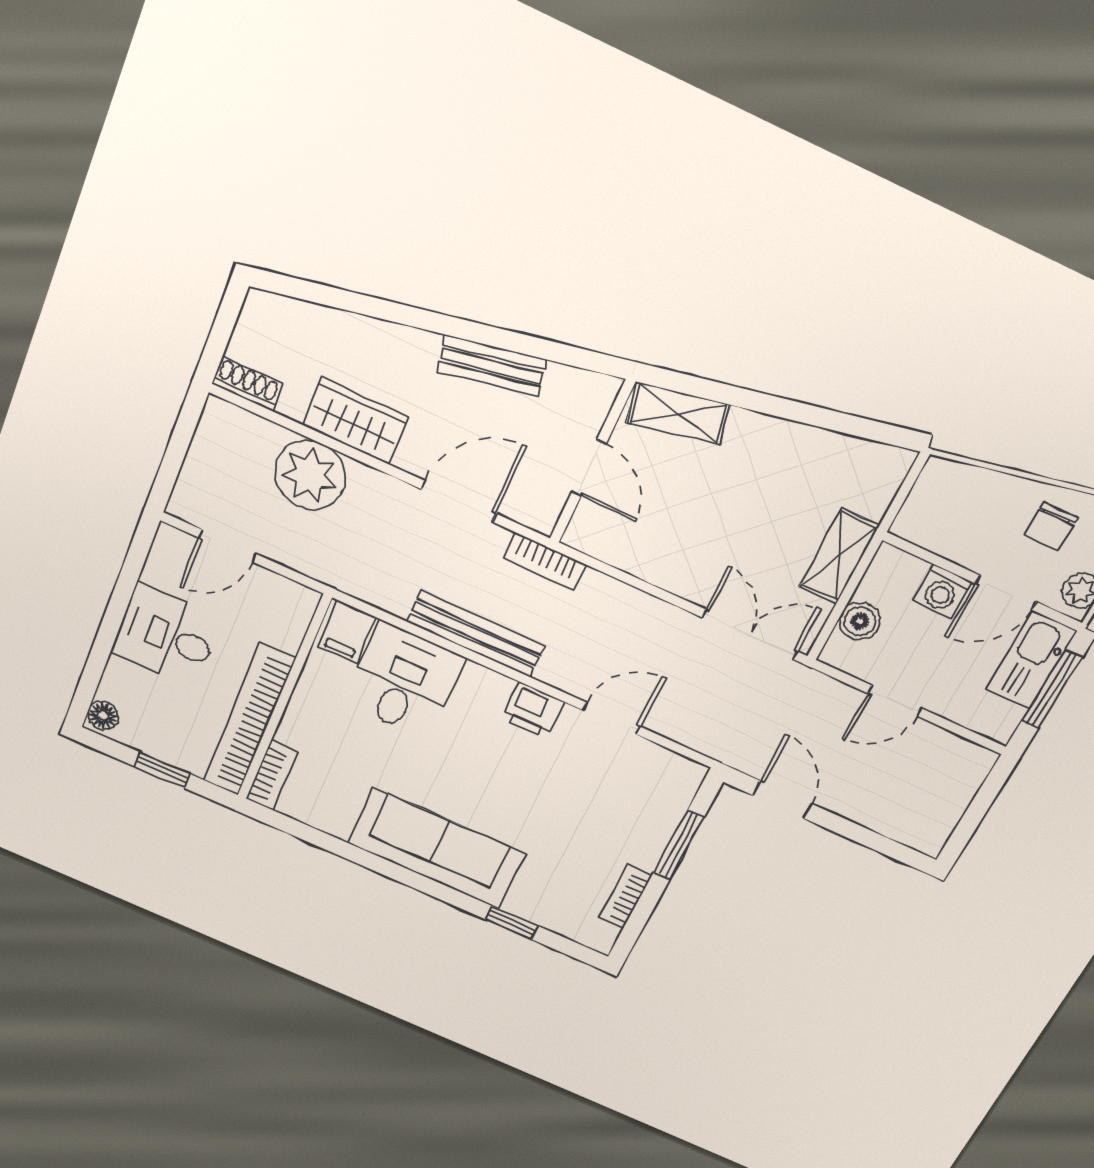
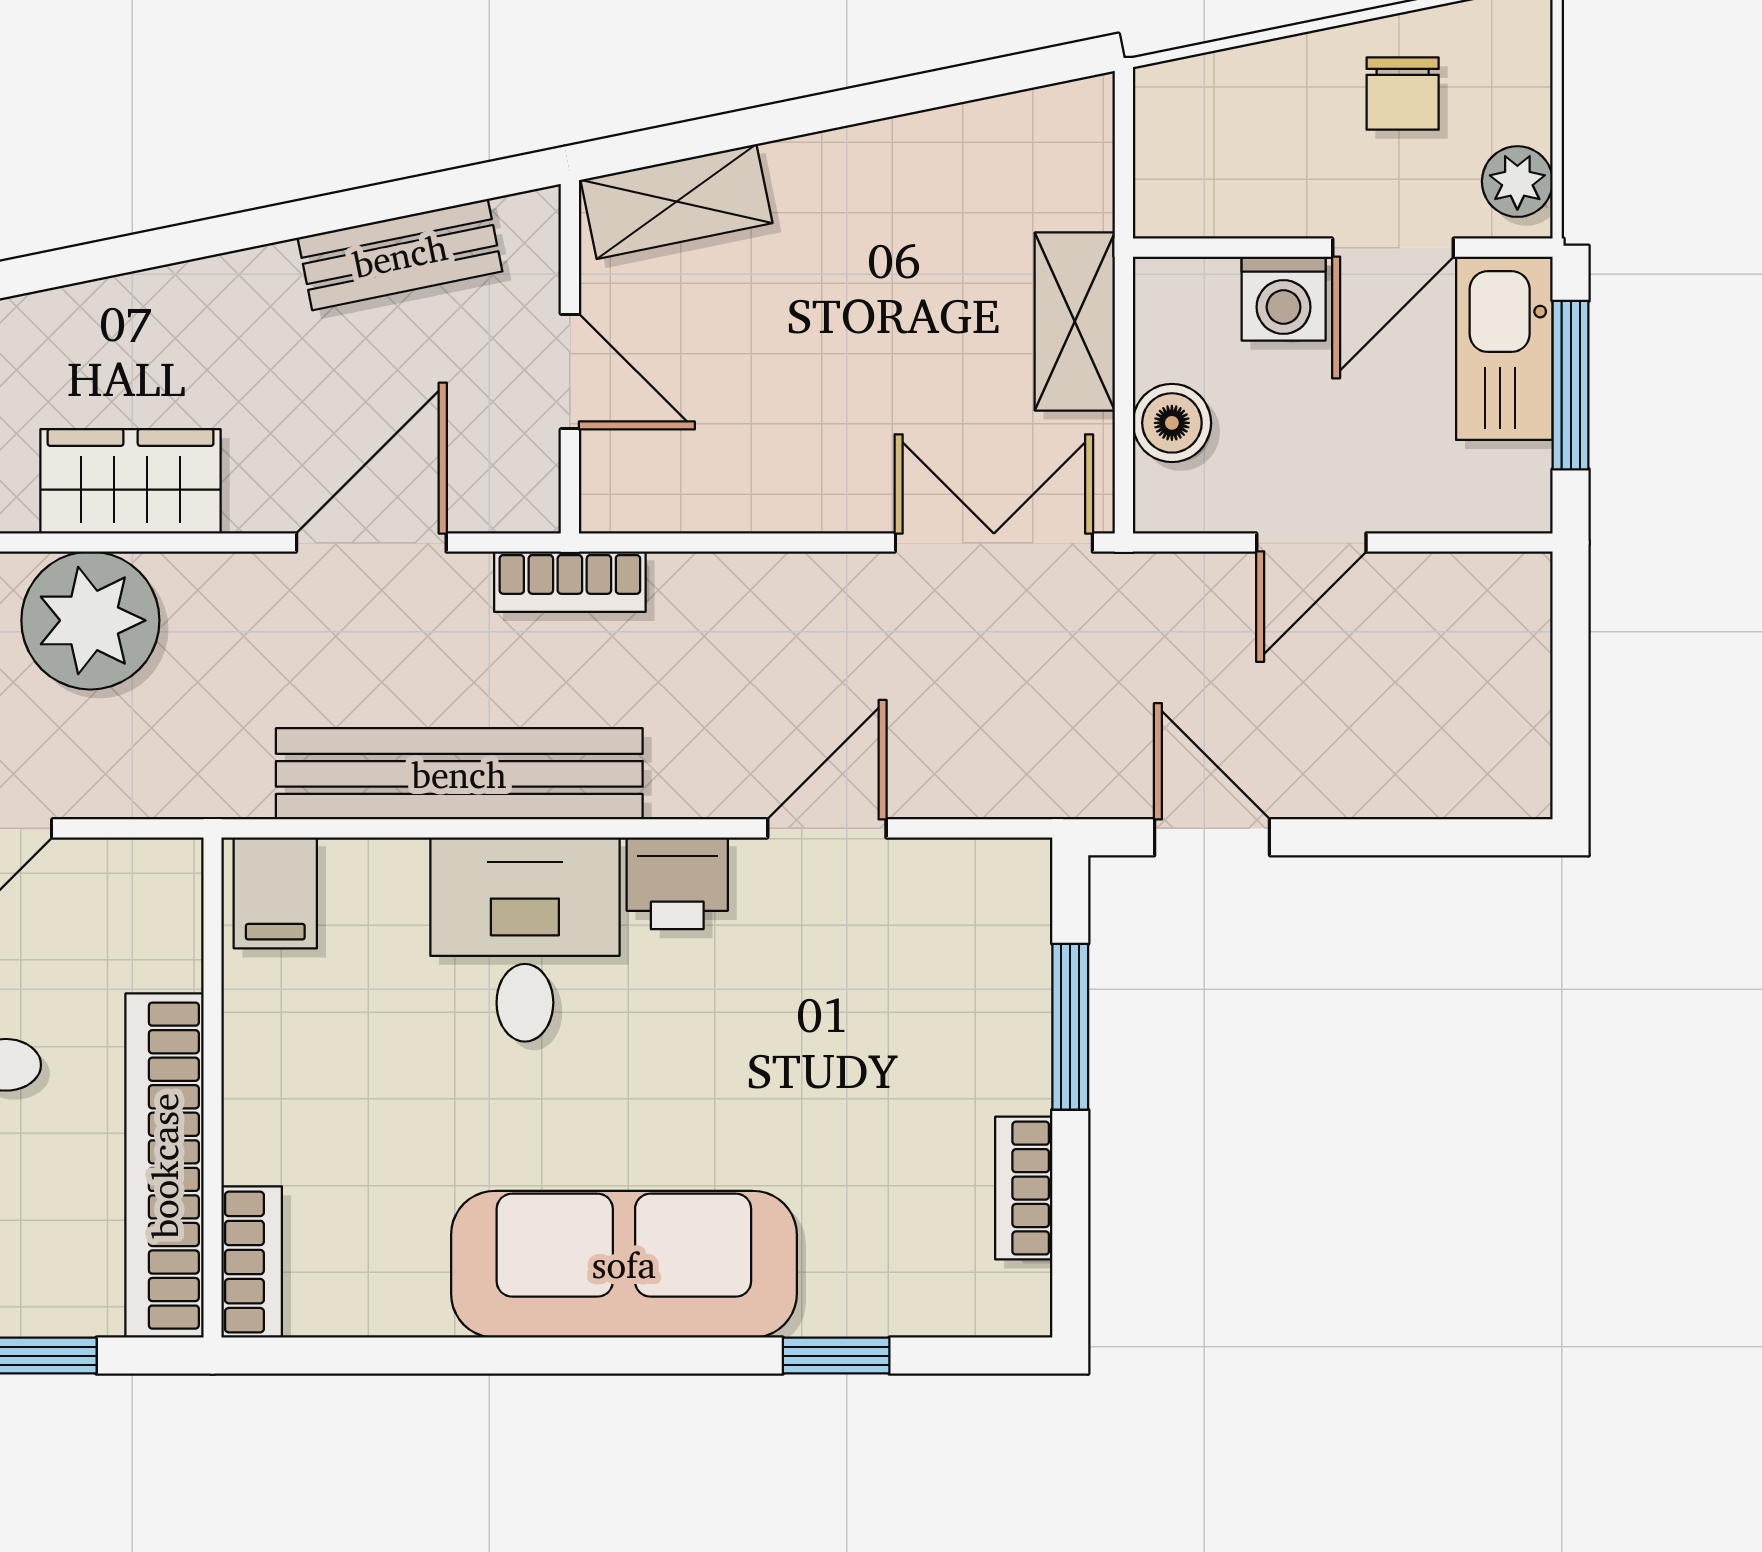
bench: (492, 366) -> (400, 255), moved
bench: (476, 634) -> (459, 774), width x1.37, depth x1.21
desk: (404, 680) -> (525, 939), moved

